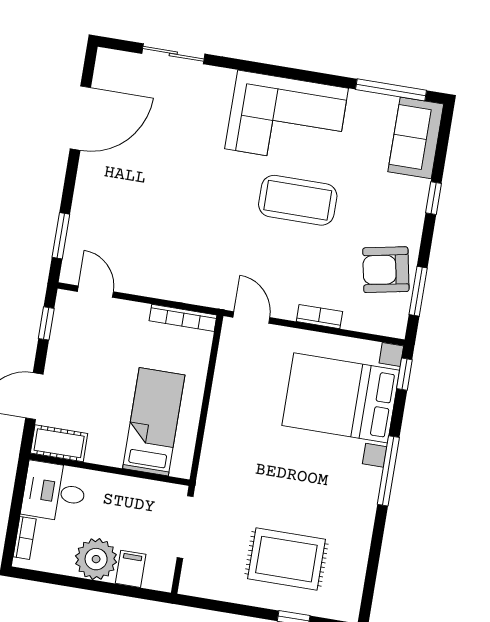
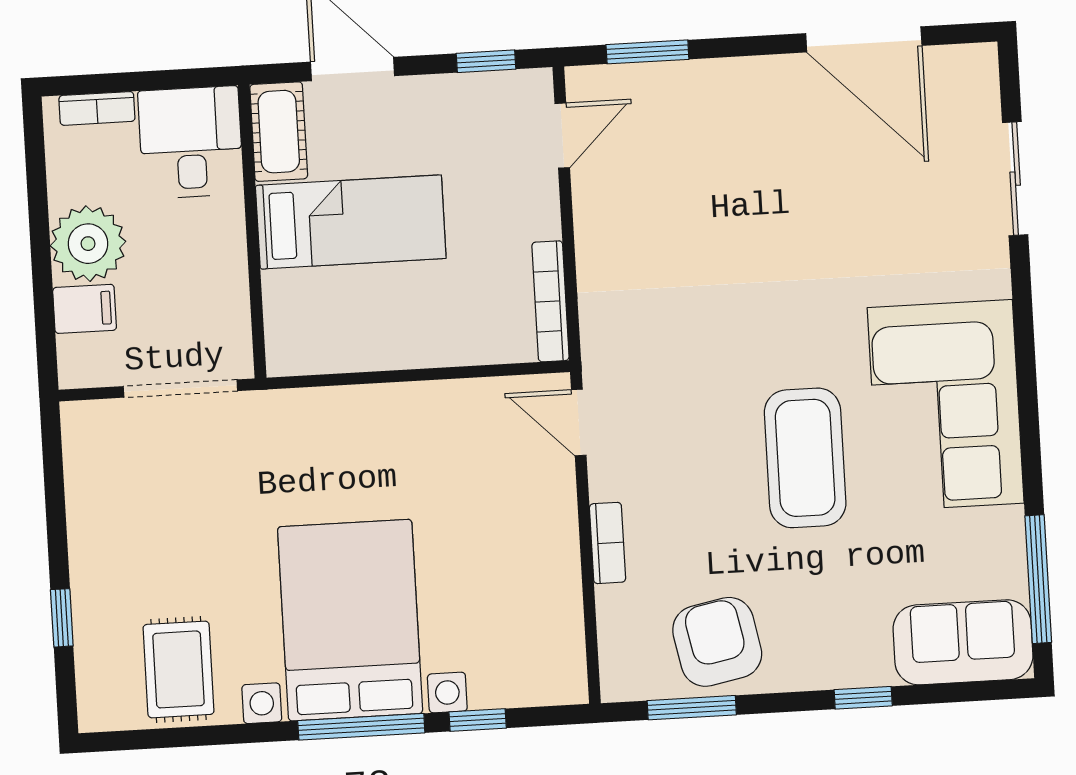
door: (251, 317) -> (579, 422), swing flipped
window: (404, 374) -> (478, 720), moved
bed with nightstands: (341, 398) -> (350, 620), moved
bed: (154, 422) -> (351, 222), moved
rug: (286, 559) -> (179, 669), moved, width x0.73, depth x0.70

